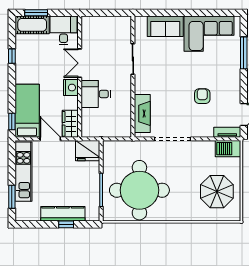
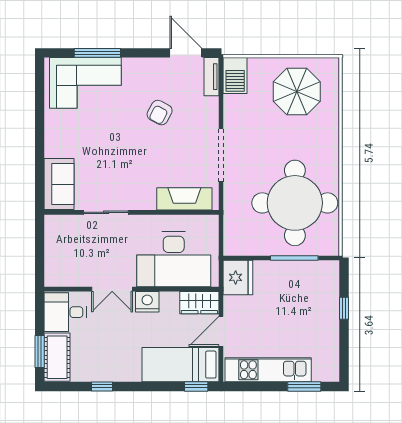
sofa: (165, 26) -> (59, 184), moved
corner sofa: (209, 34) -> (85, 83), moved, turned 90
desk: (96, 94) -> (174, 259), width x1.87, depth x1.30
armchair: (202, 96) -> (160, 113), turned -62
kitchen counter: (63, 214) -> (329, 313), removed

